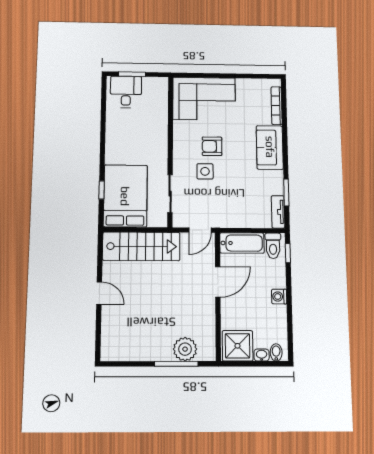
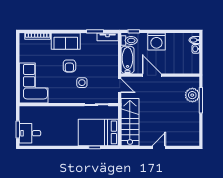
armchair: (212, 146) -> (69, 66), moved
washing machine: (279, 297) -> (156, 41), width x1.89, depth x1.89
shower: (238, 346) -> (190, 63), removed

